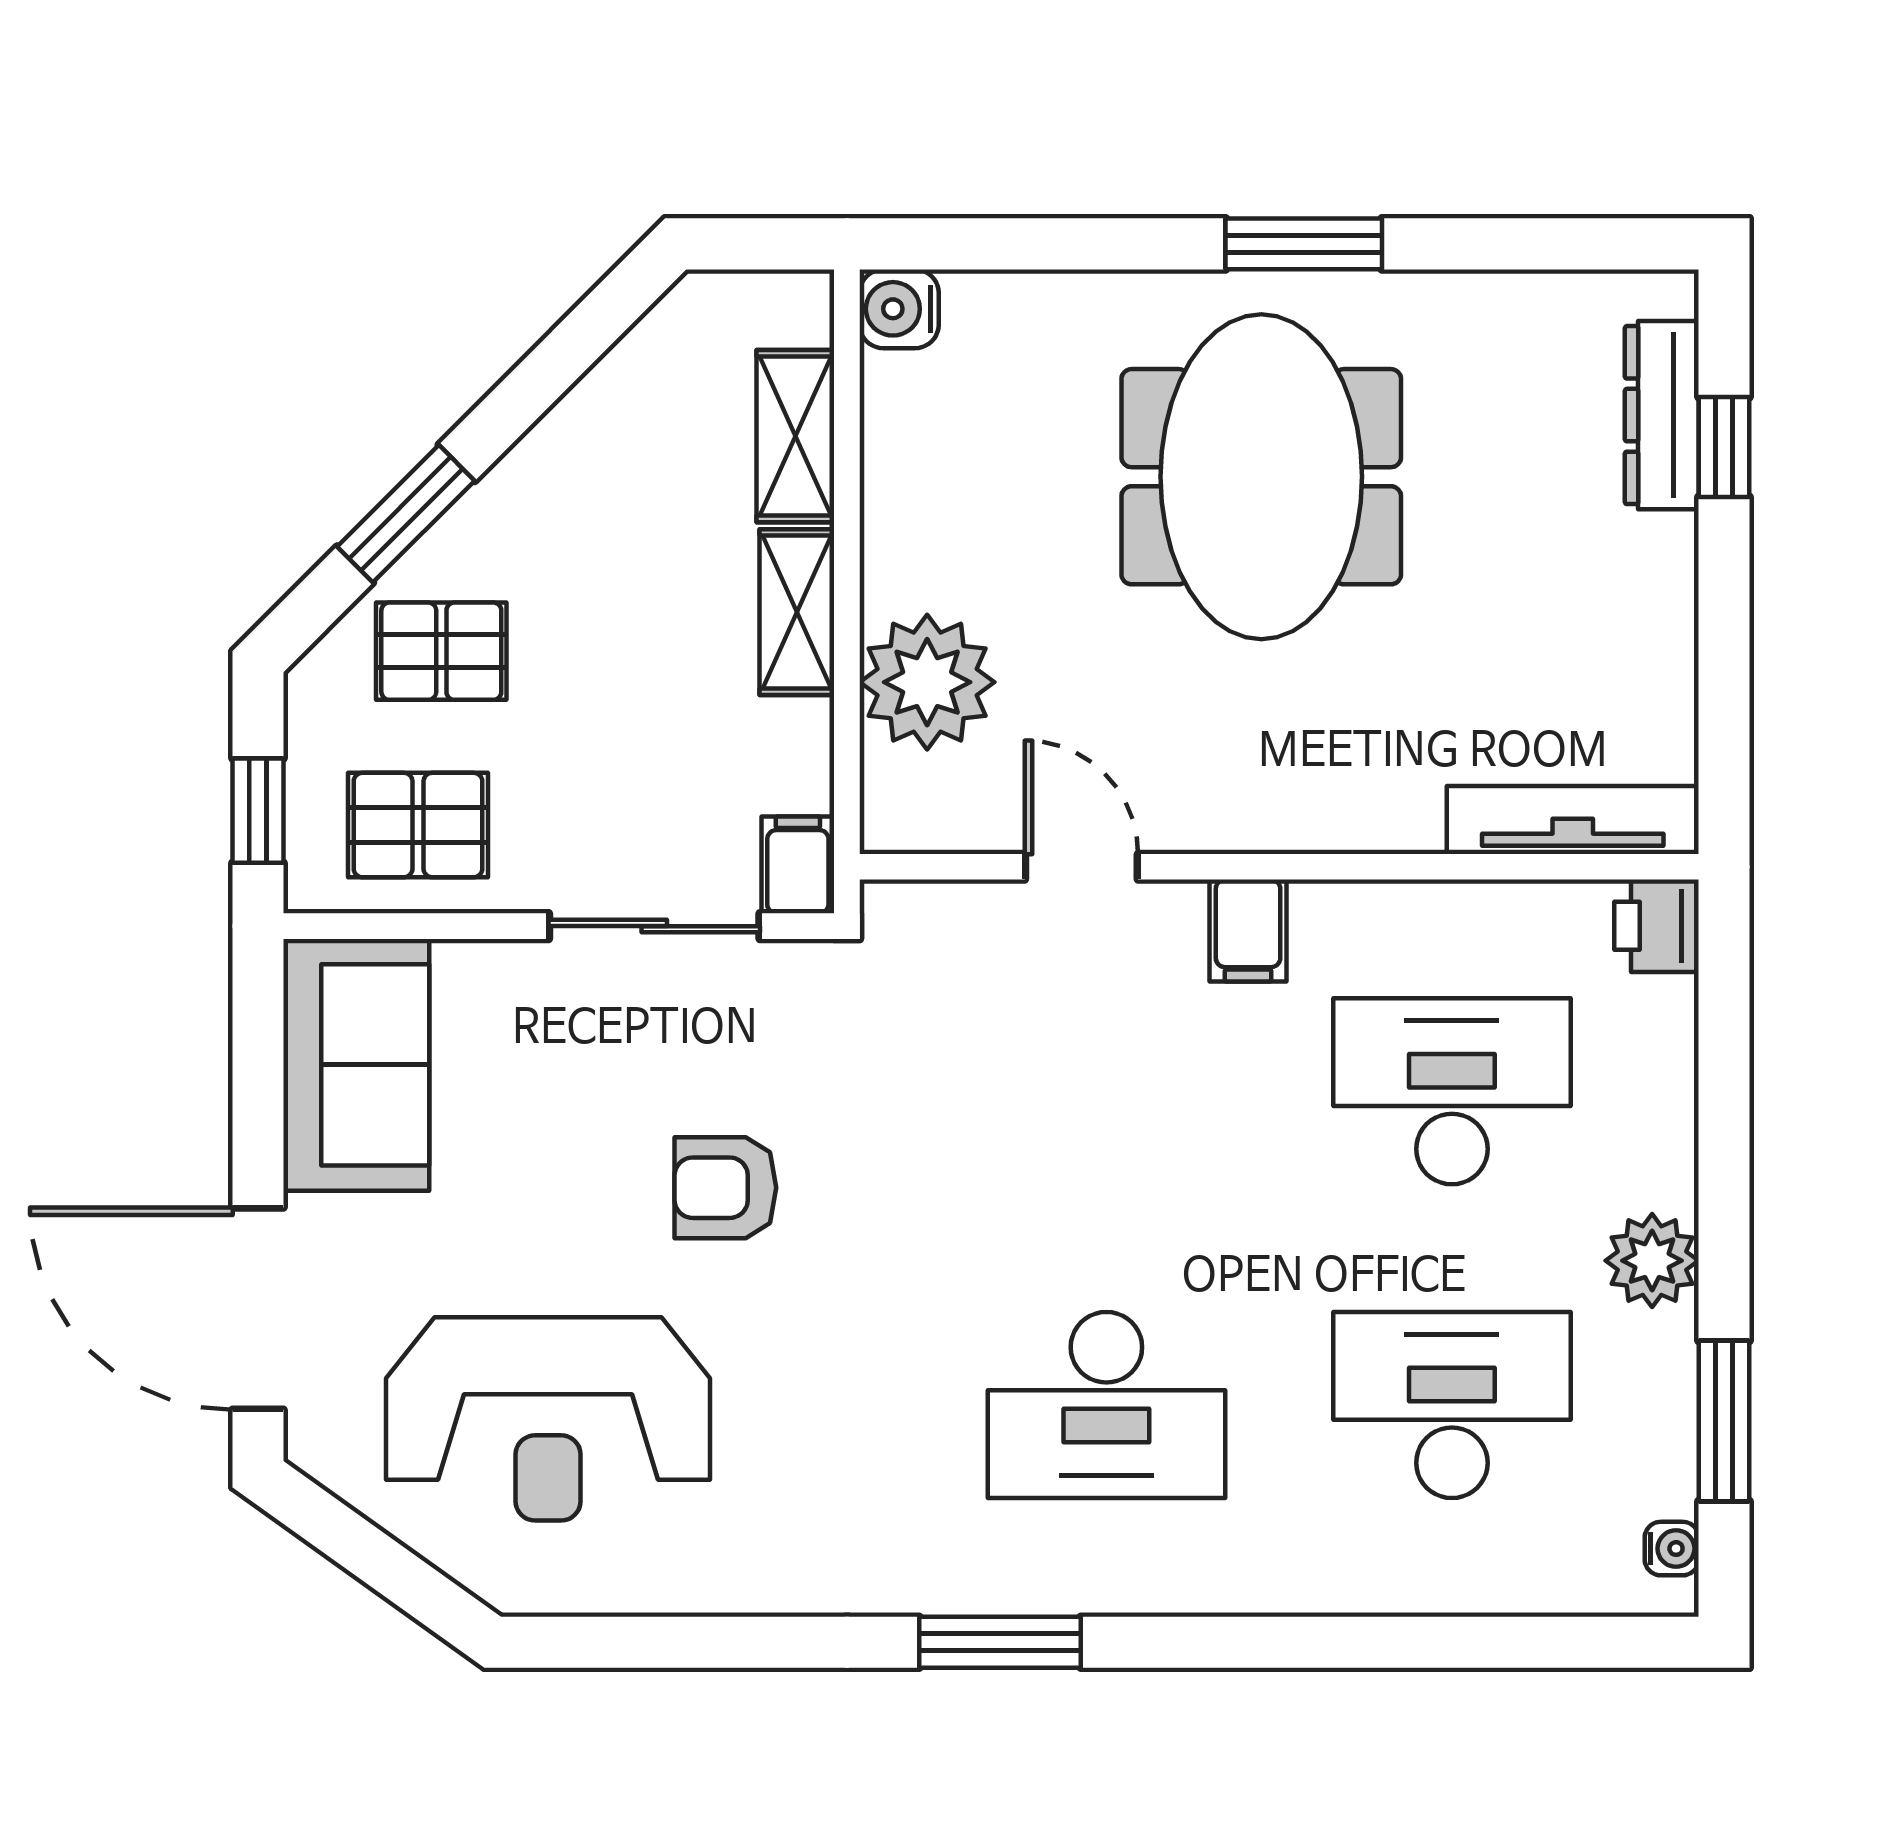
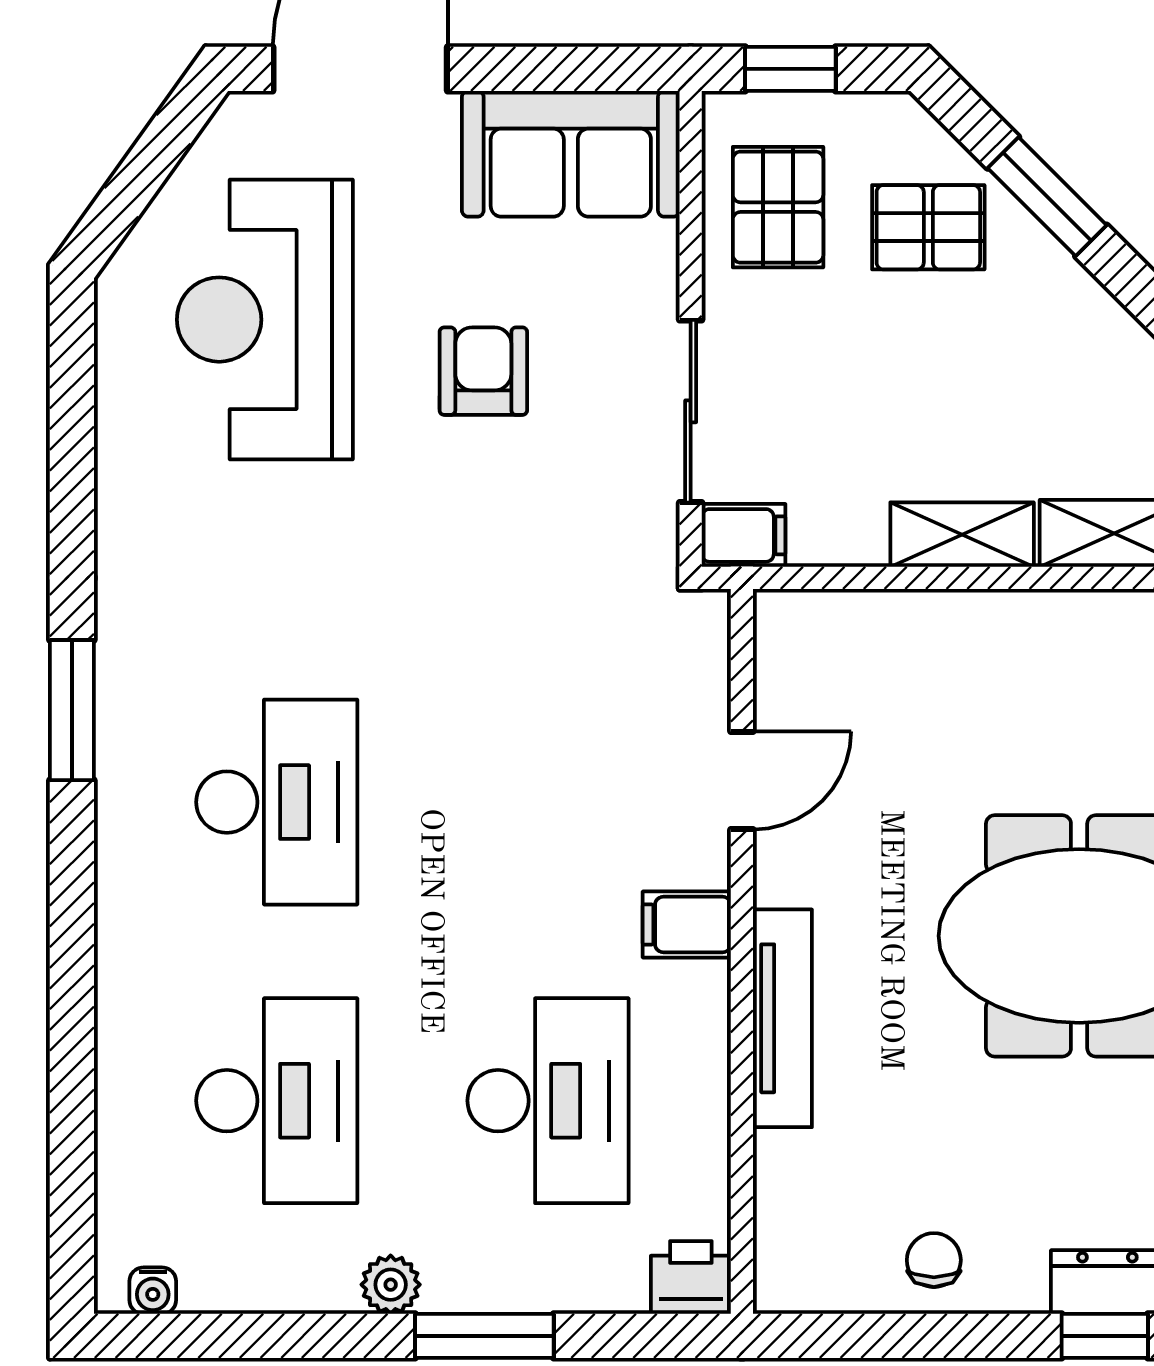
chair: (1636, 645) -> (934, 1260), added
pallet: (441, 651) -> (928, 227), turned 90
plant: (927, 682) -> (902, 647), removed
tv unit: (1573, 820) -> (782, 1018), moved
armchair: (725, 1188) -> (483, 371), moved
plant: (1652, 1261) -> (391, 1285), width x0.73, depth x0.73
desk: (1106, 1405) -> (277, 802), turned 180
window: (1724, 1421) -> (484, 1336), moved

